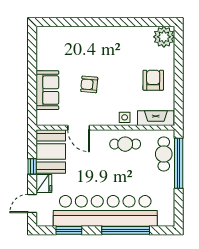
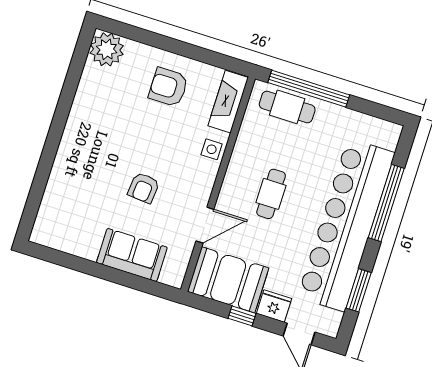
cafe table: (125, 144) -> (271, 194), moved

